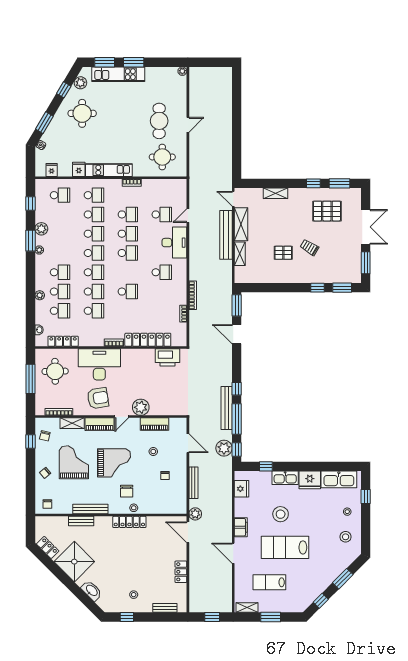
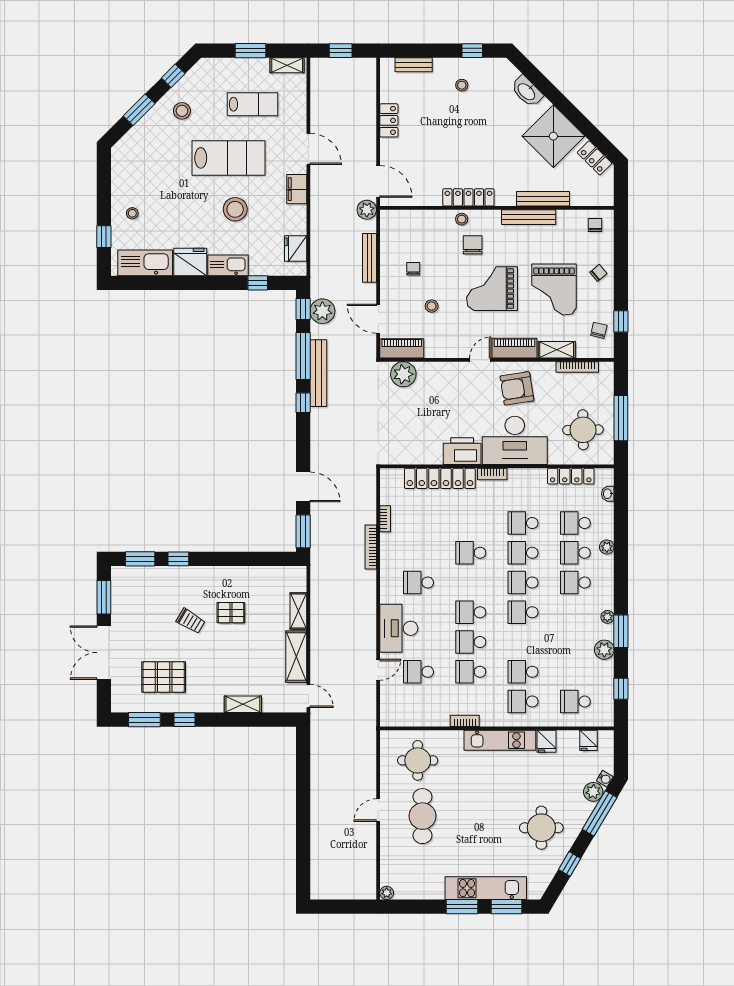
plant: (80, 83) -> (593, 792), moved
window: (44, 123) -> (600, 813), width x1.44
school desk: (94, 234) -> (523, 642), removed
bench: (226, 235) -> (319, 640), removed
printer: (168, 357) -> (462, 451), moved
plant: (141, 407) -> (403, 374), moved
piano: (154, 424) -> (402, 348), moved
bench: (81, 521) -> (543, 199), width x1.36
stool: (346, 537) -> (182, 111), moved

